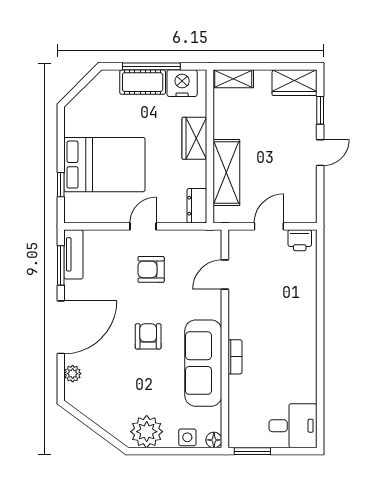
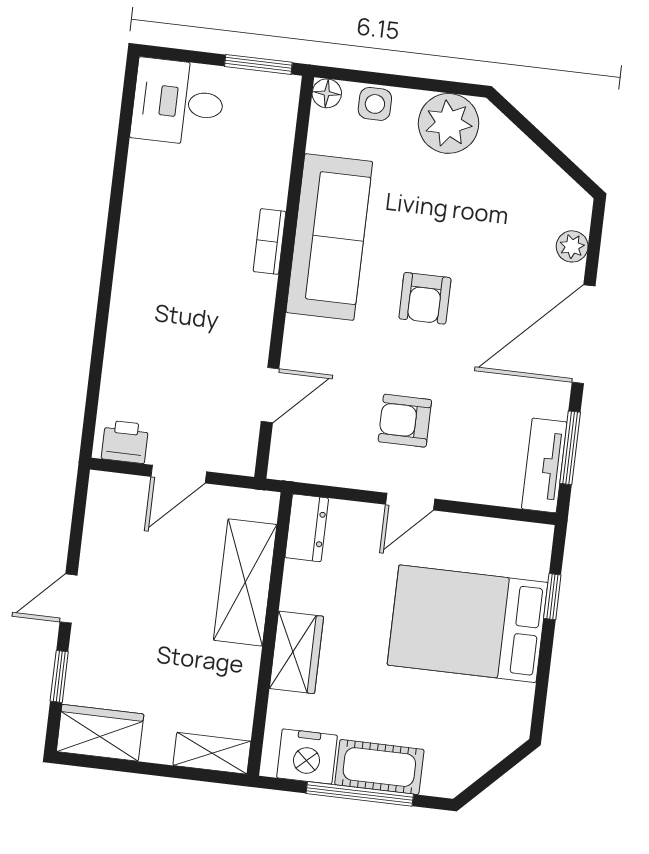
armchair: (151, 269) -> (405, 421), turned 180

